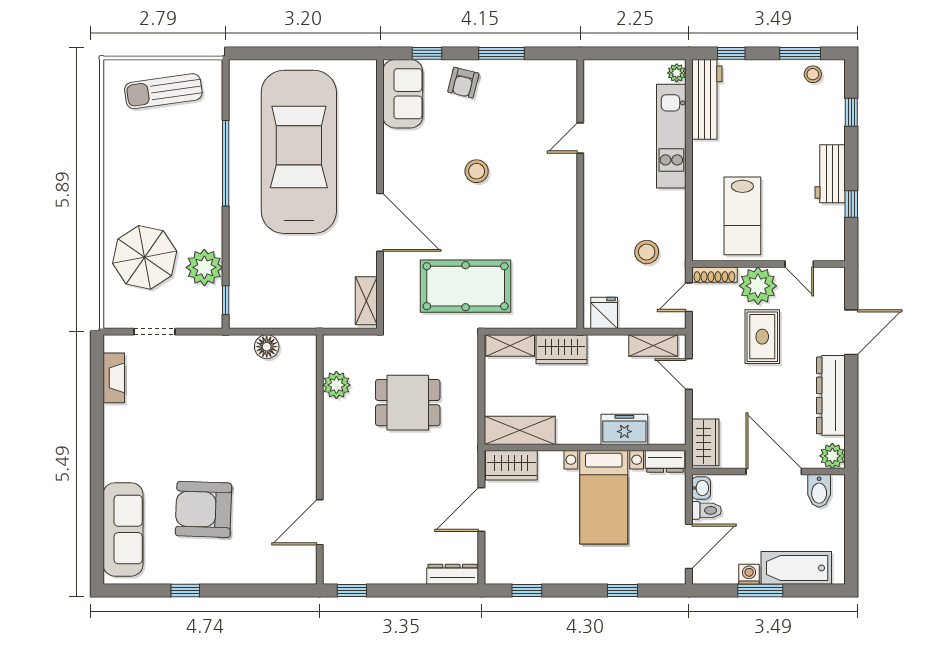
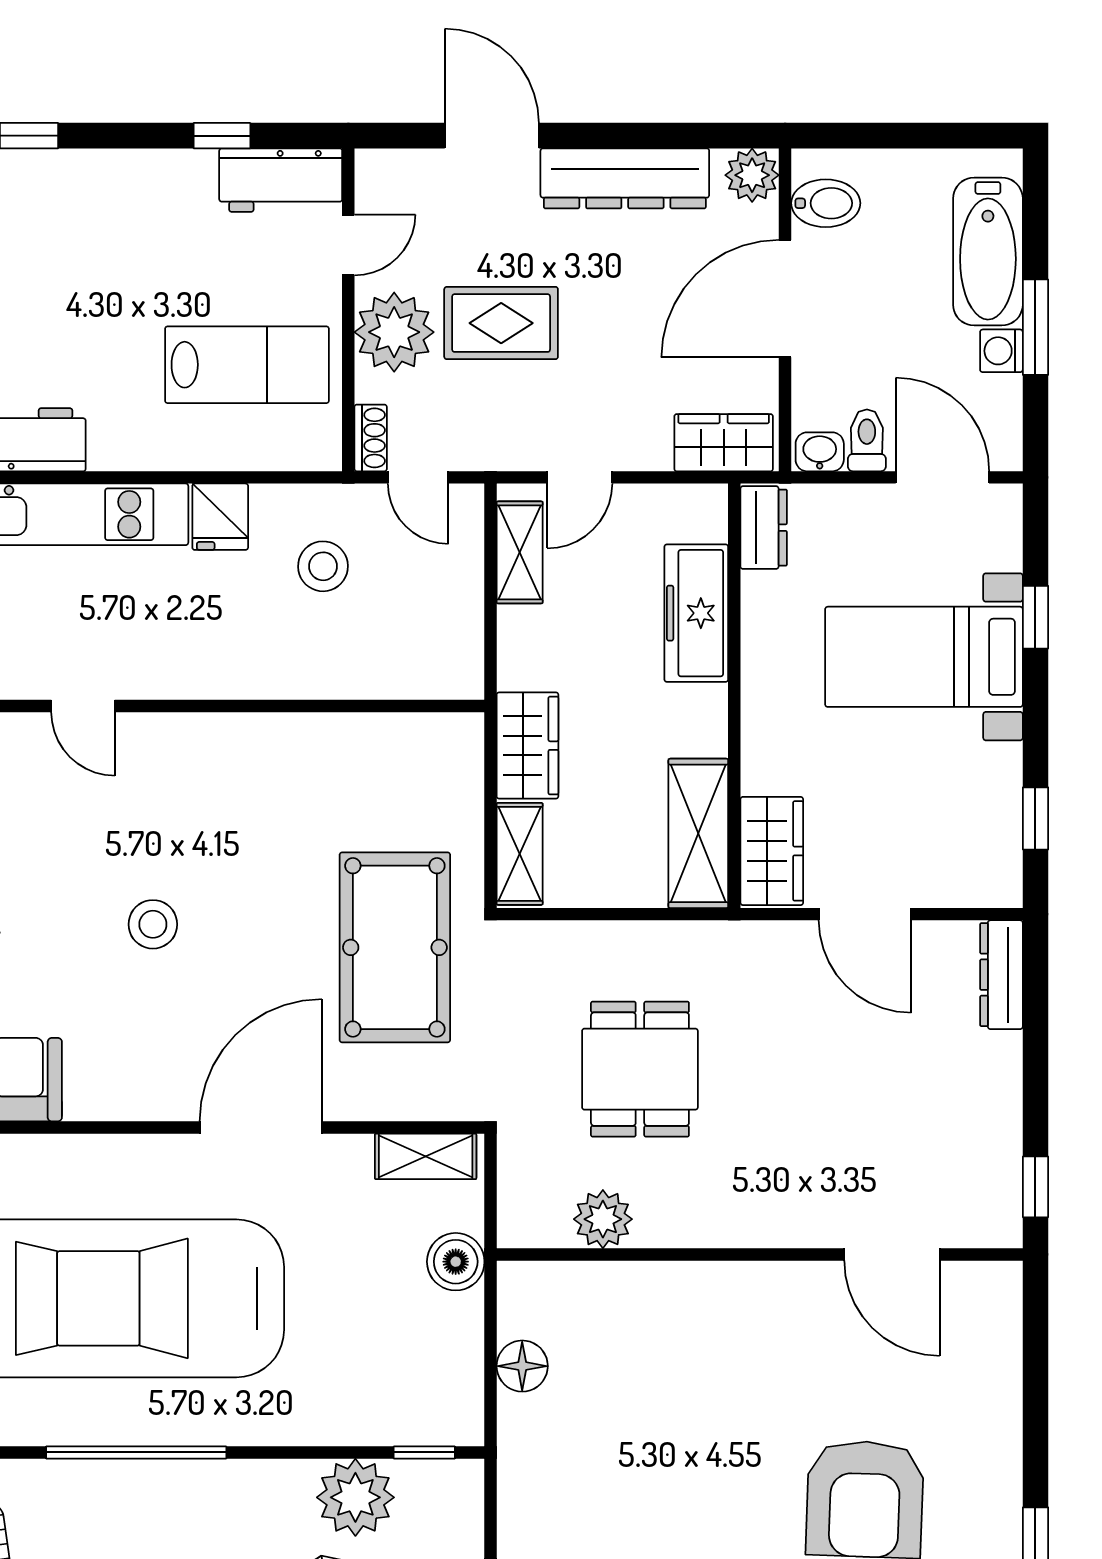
workbench: (830, 174) -> (281, 180), moved
shoe rack: (714, 275) -> (371, 438), width x0.70
fridge: (604, 313) -> (220, 517), moved, turned -90
boiler: (316, 315) -> (456, 1262), added
freezer: (624, 429) -> (696, 613), width x1.40
bed with nightstands: (604, 497) -> (924, 657), moved, turned 180

